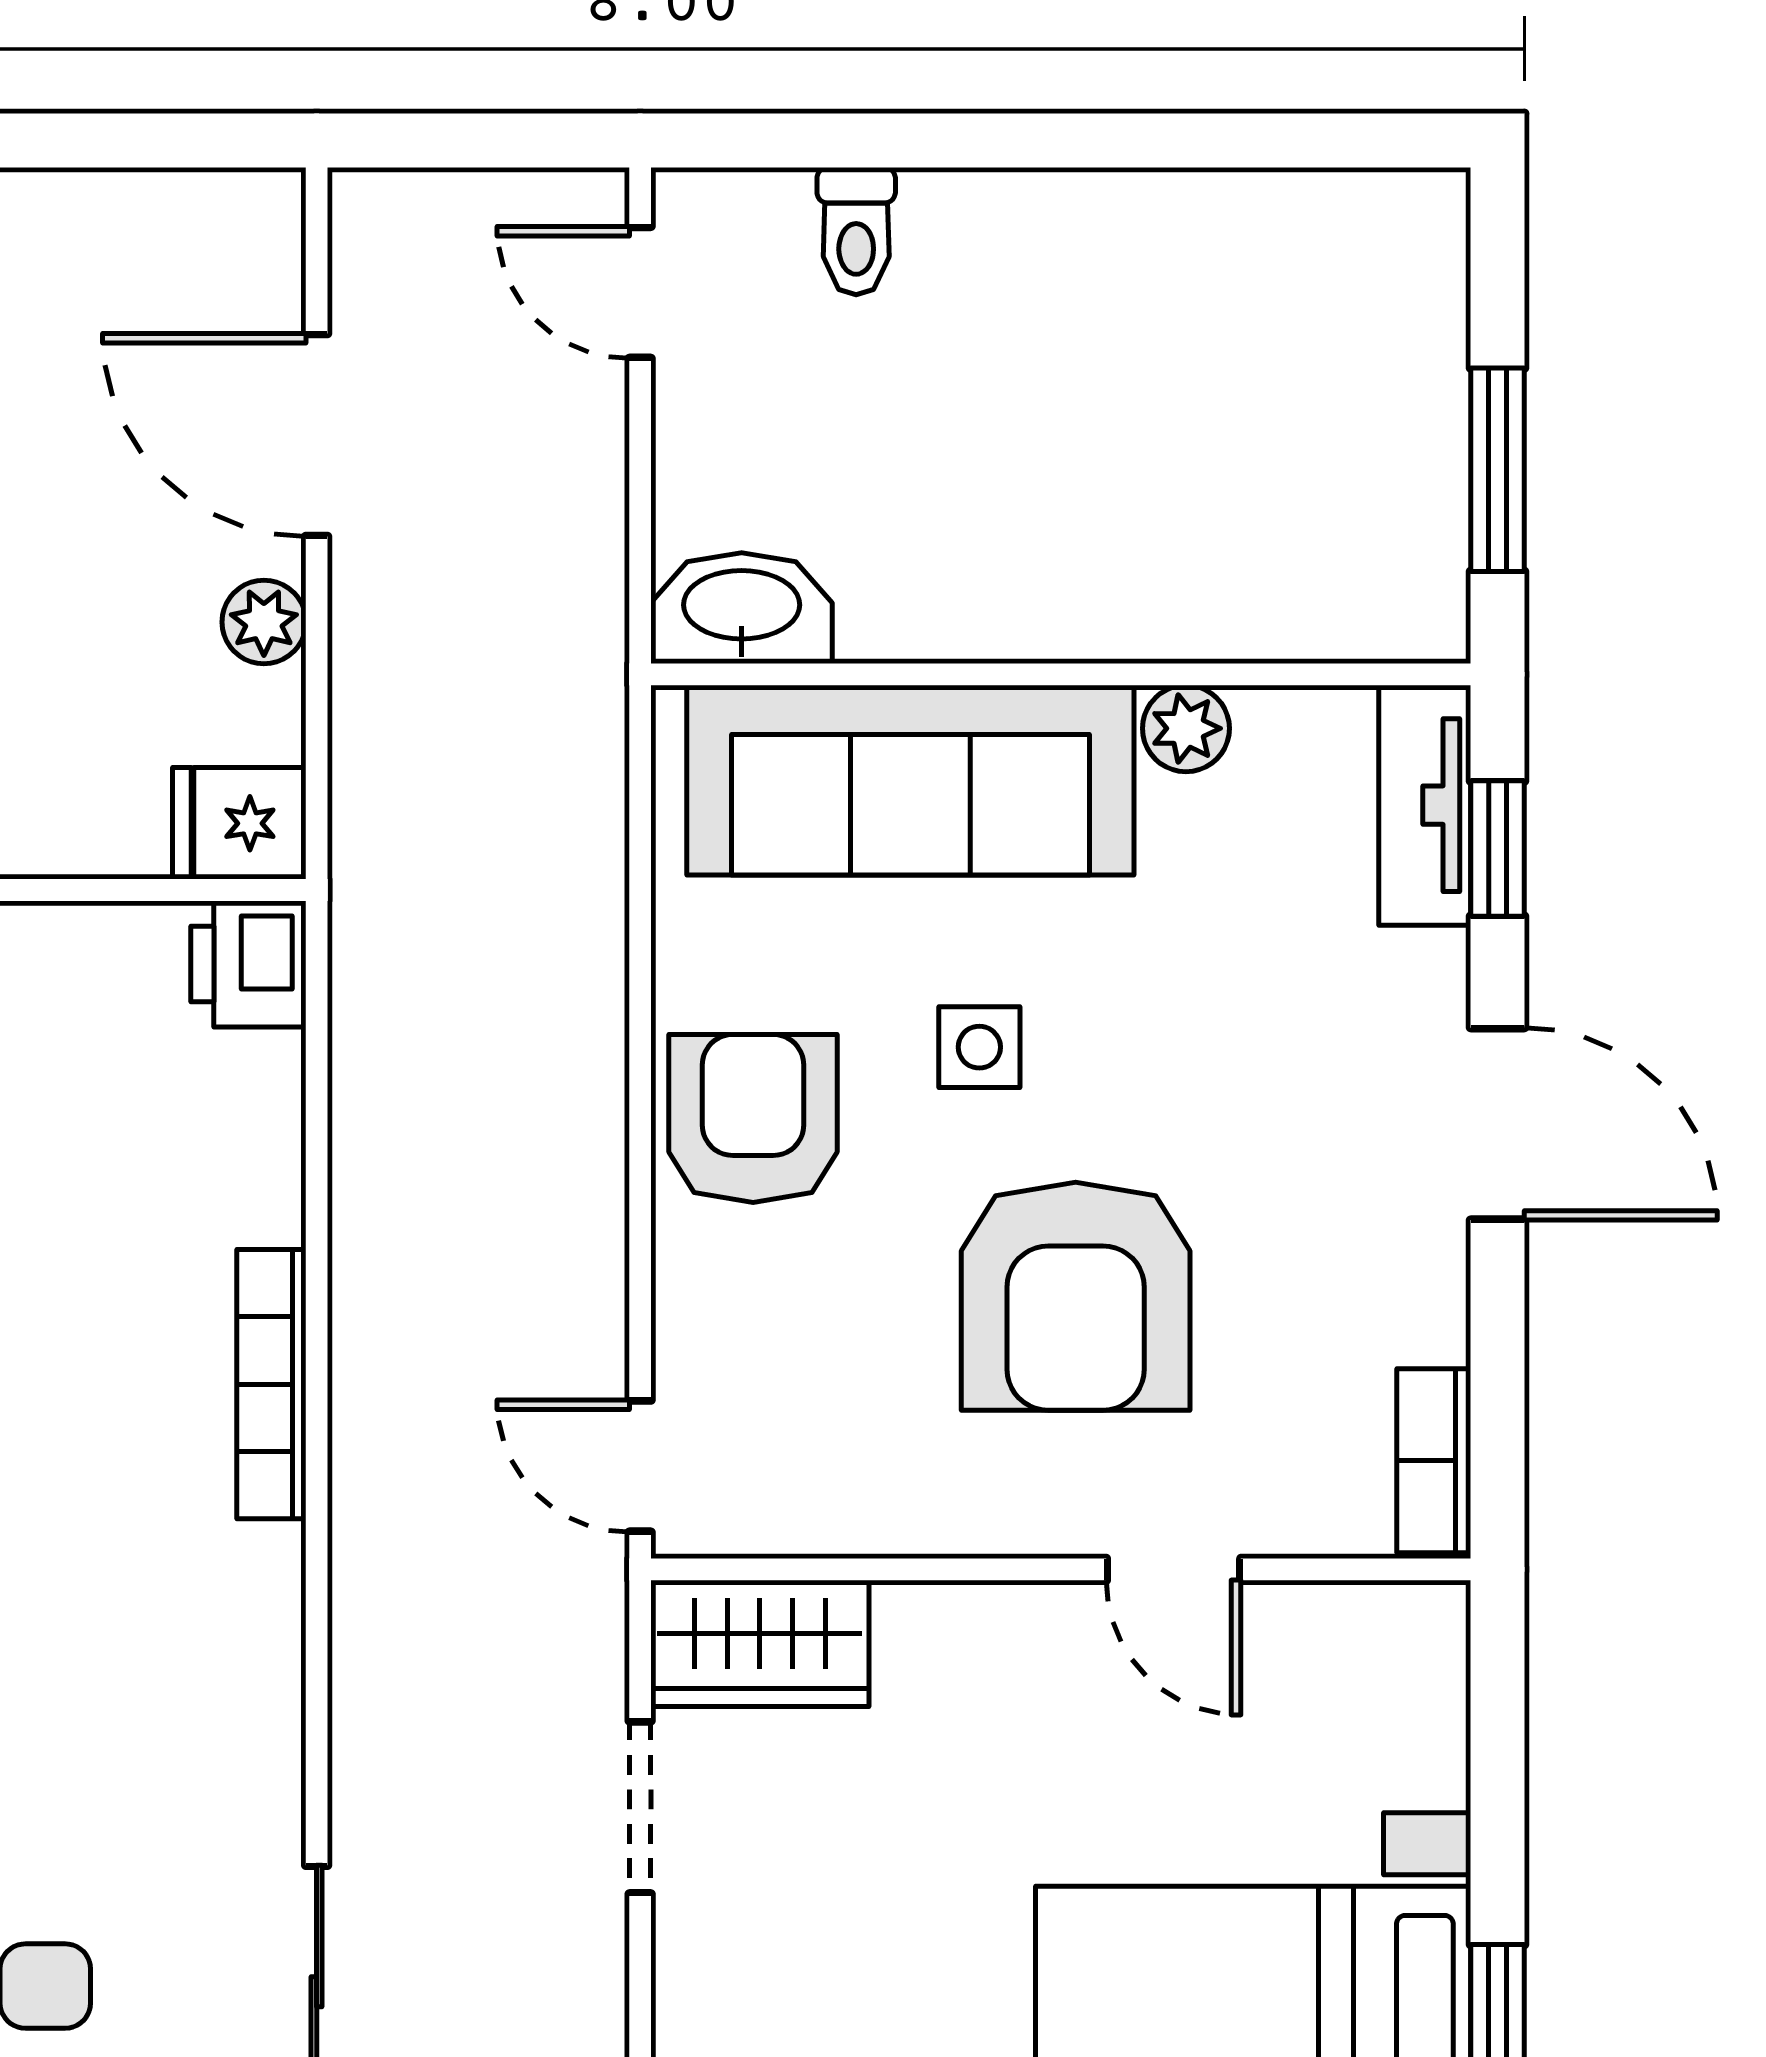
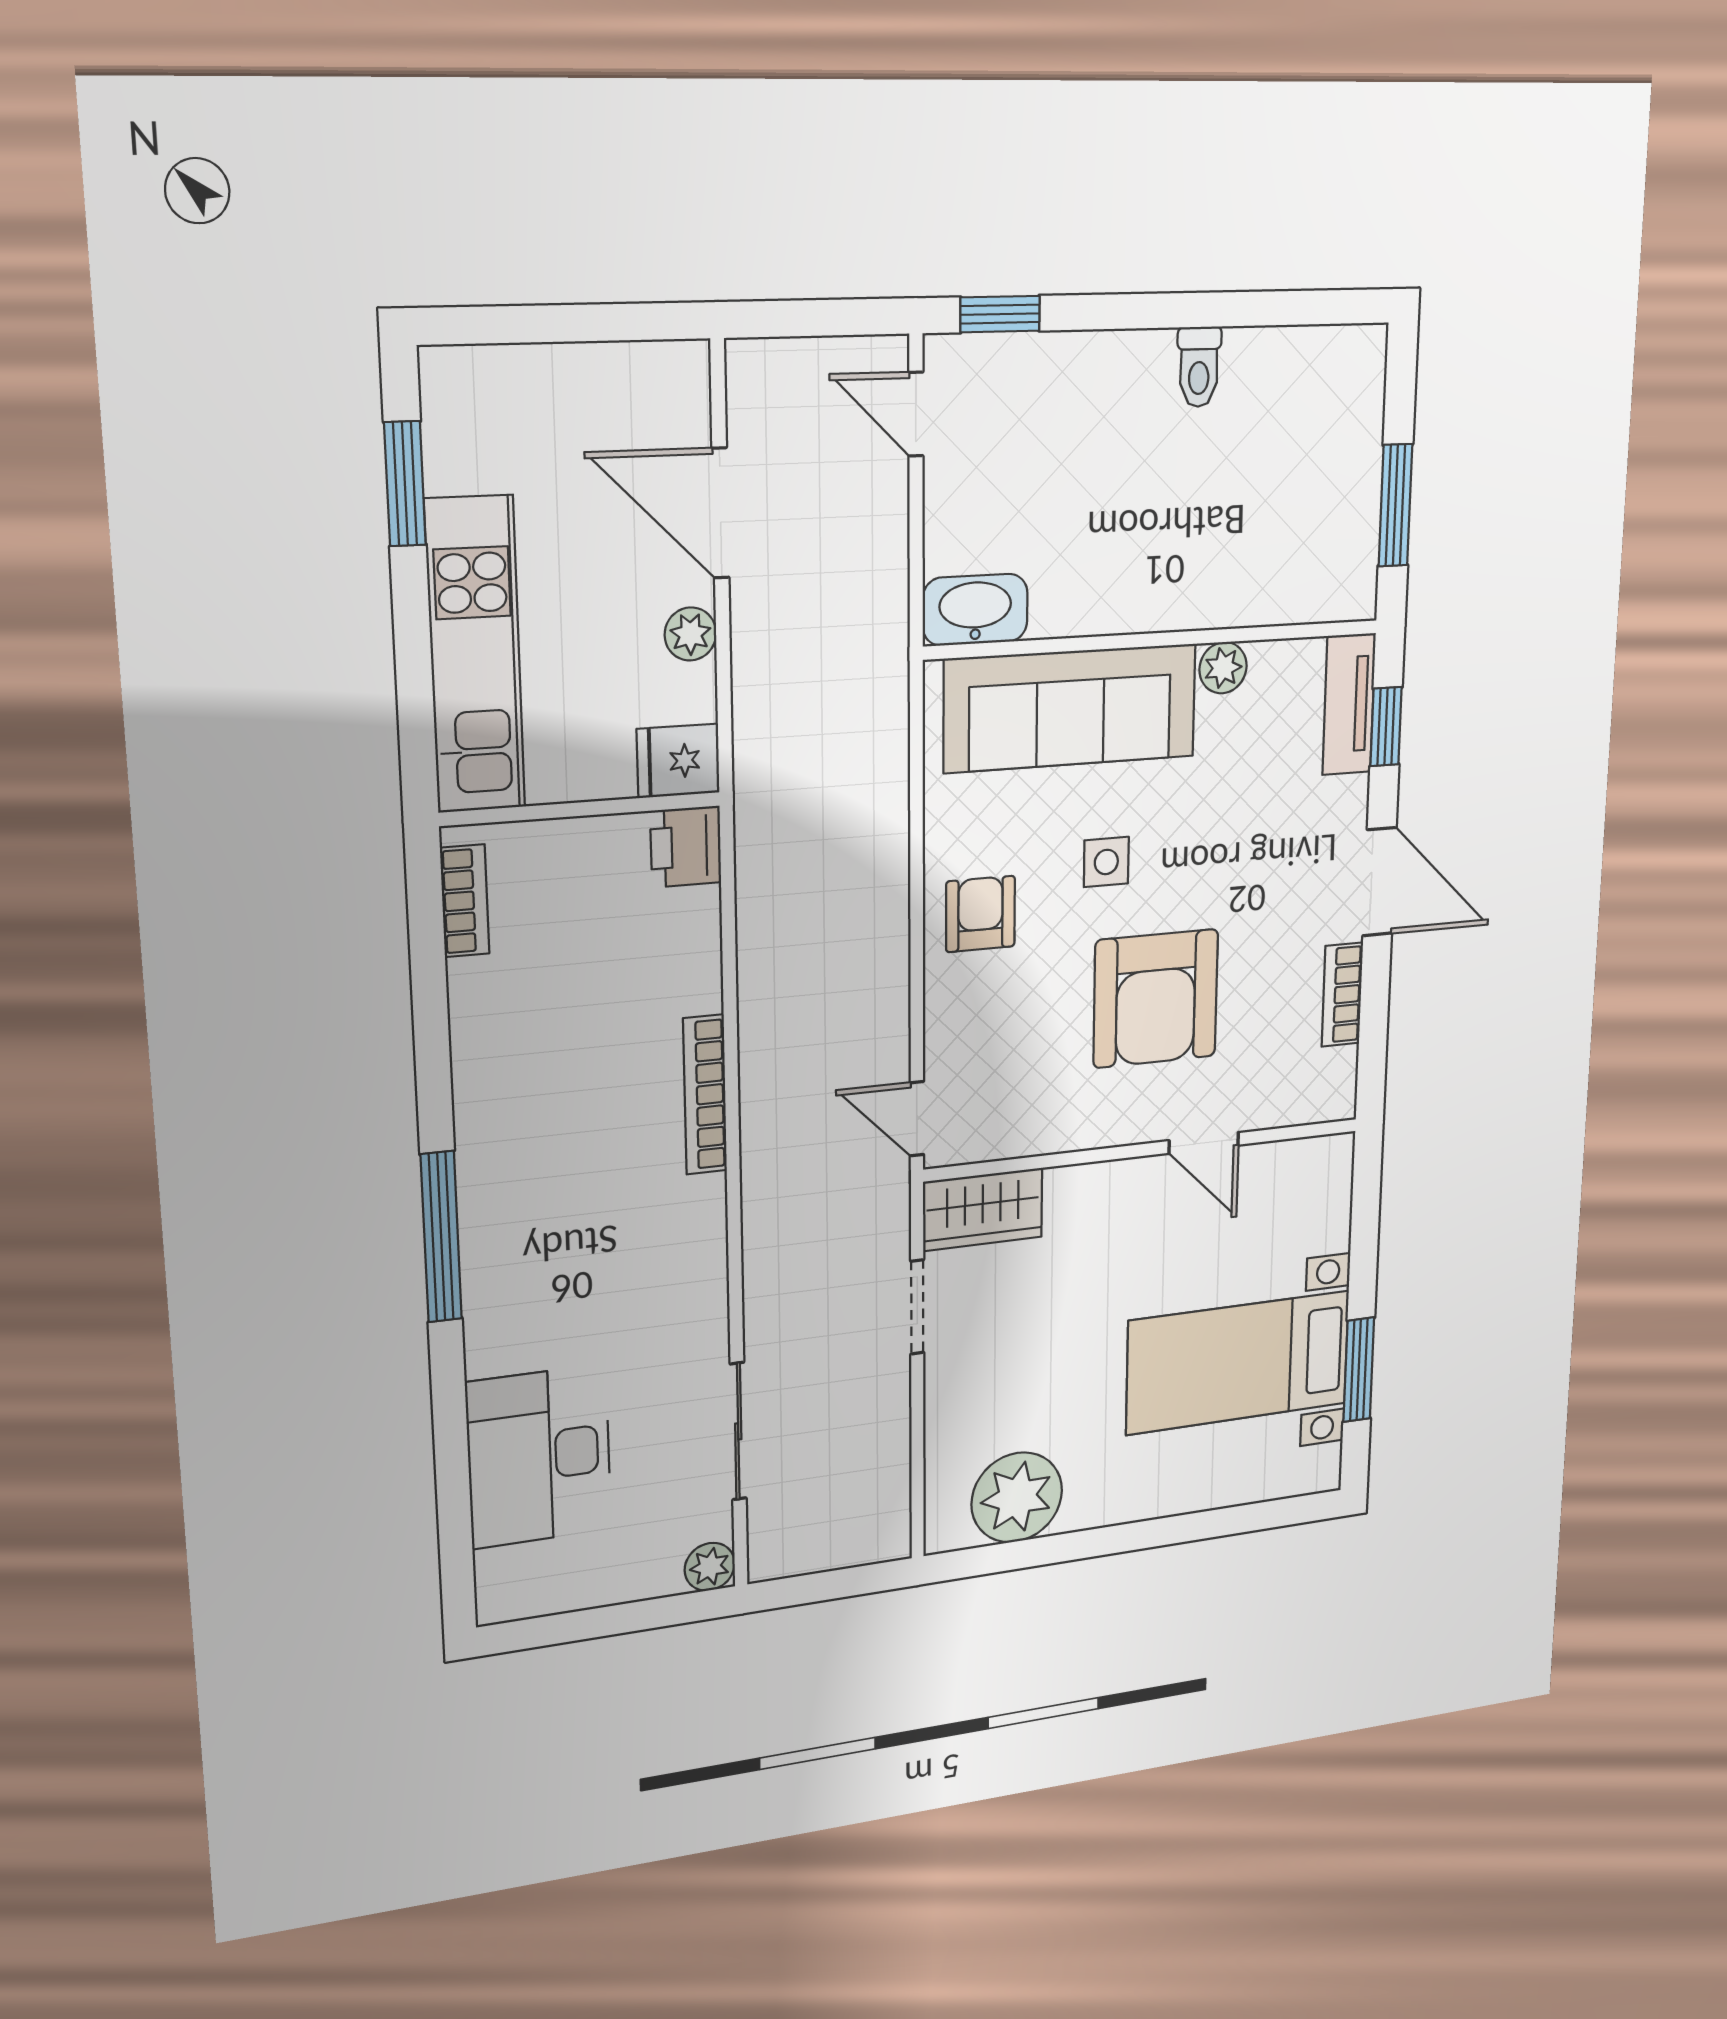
window: (782, 140) -> (1000, 314), added
toilet: (856, 231) -> (1199, 367), moved
armchair: (753, 1119) -> (980, 914), width x0.72, depth x0.72
bookcase: (1434, 1461) -> (1342, 995), moved

